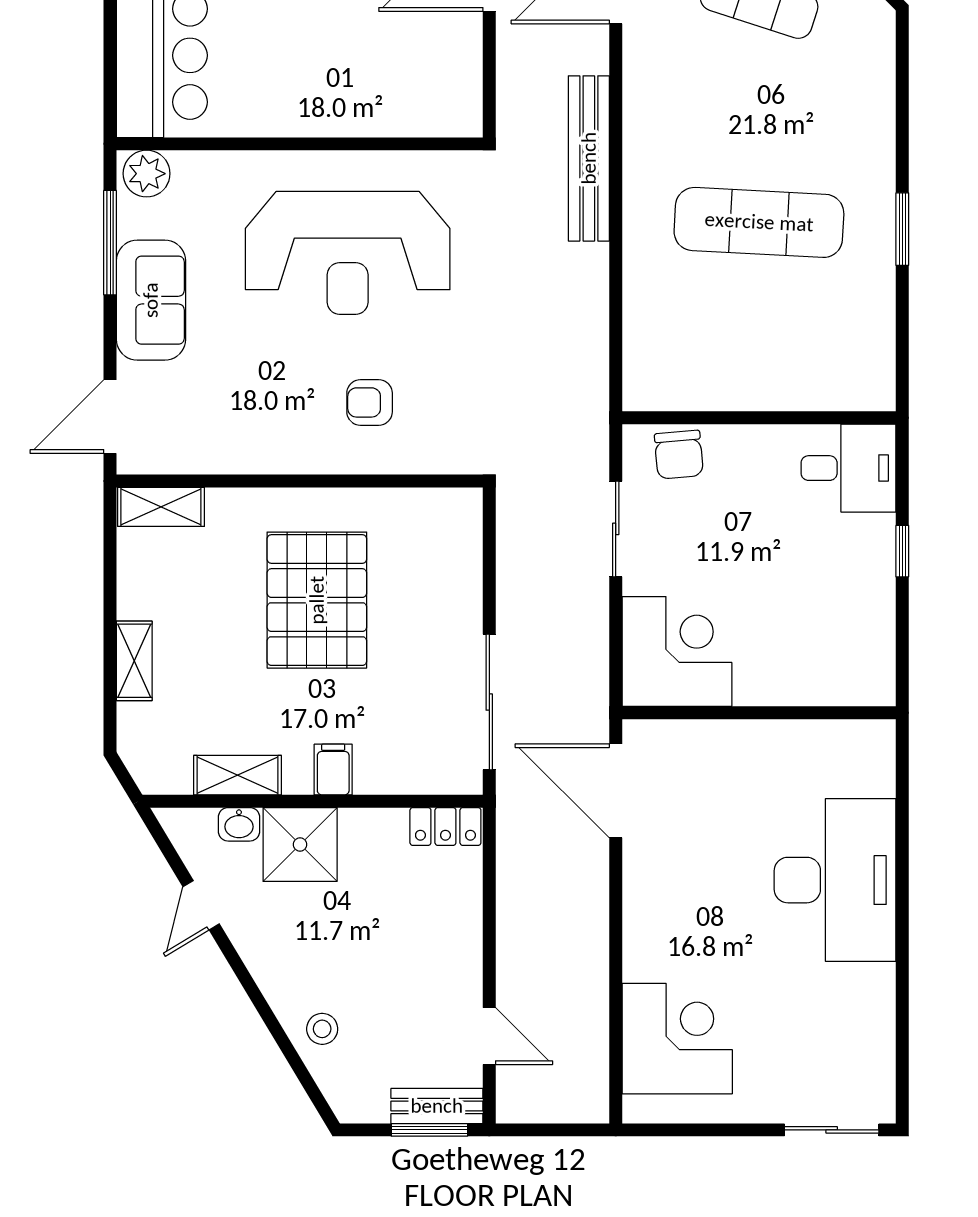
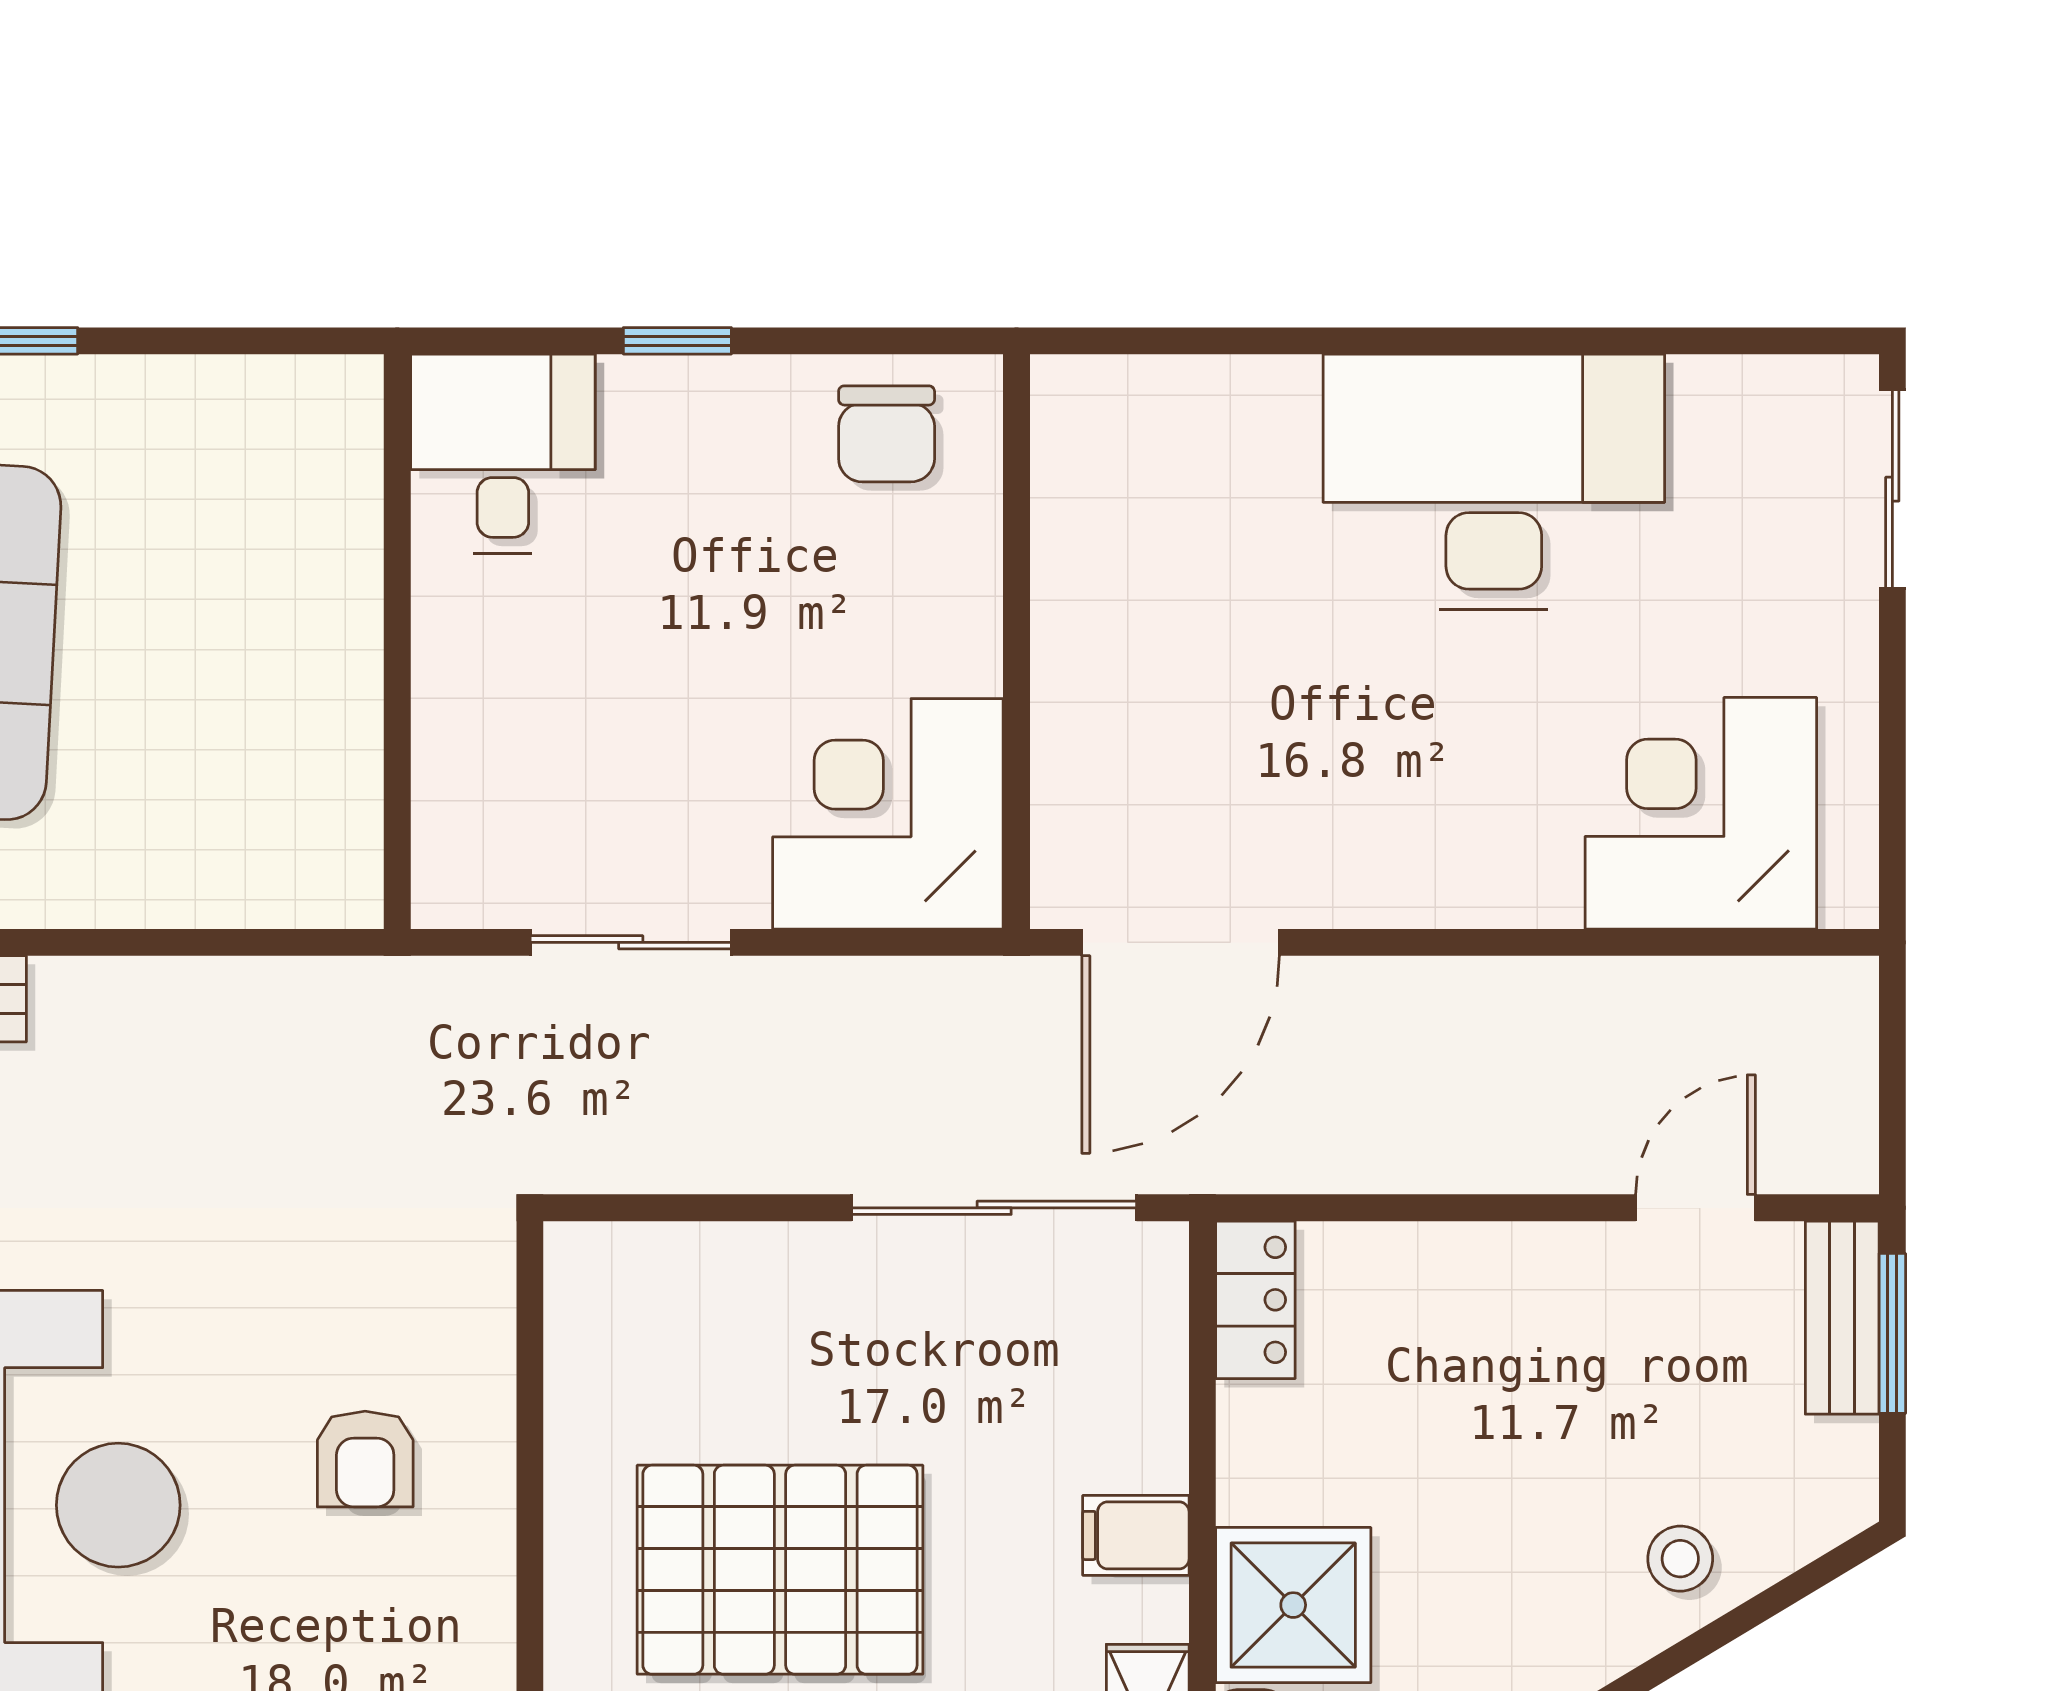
chair: (679, 455) -> (887, 434), moved, turned 95
desk: (835, 880) -> (1494, 482), moved

